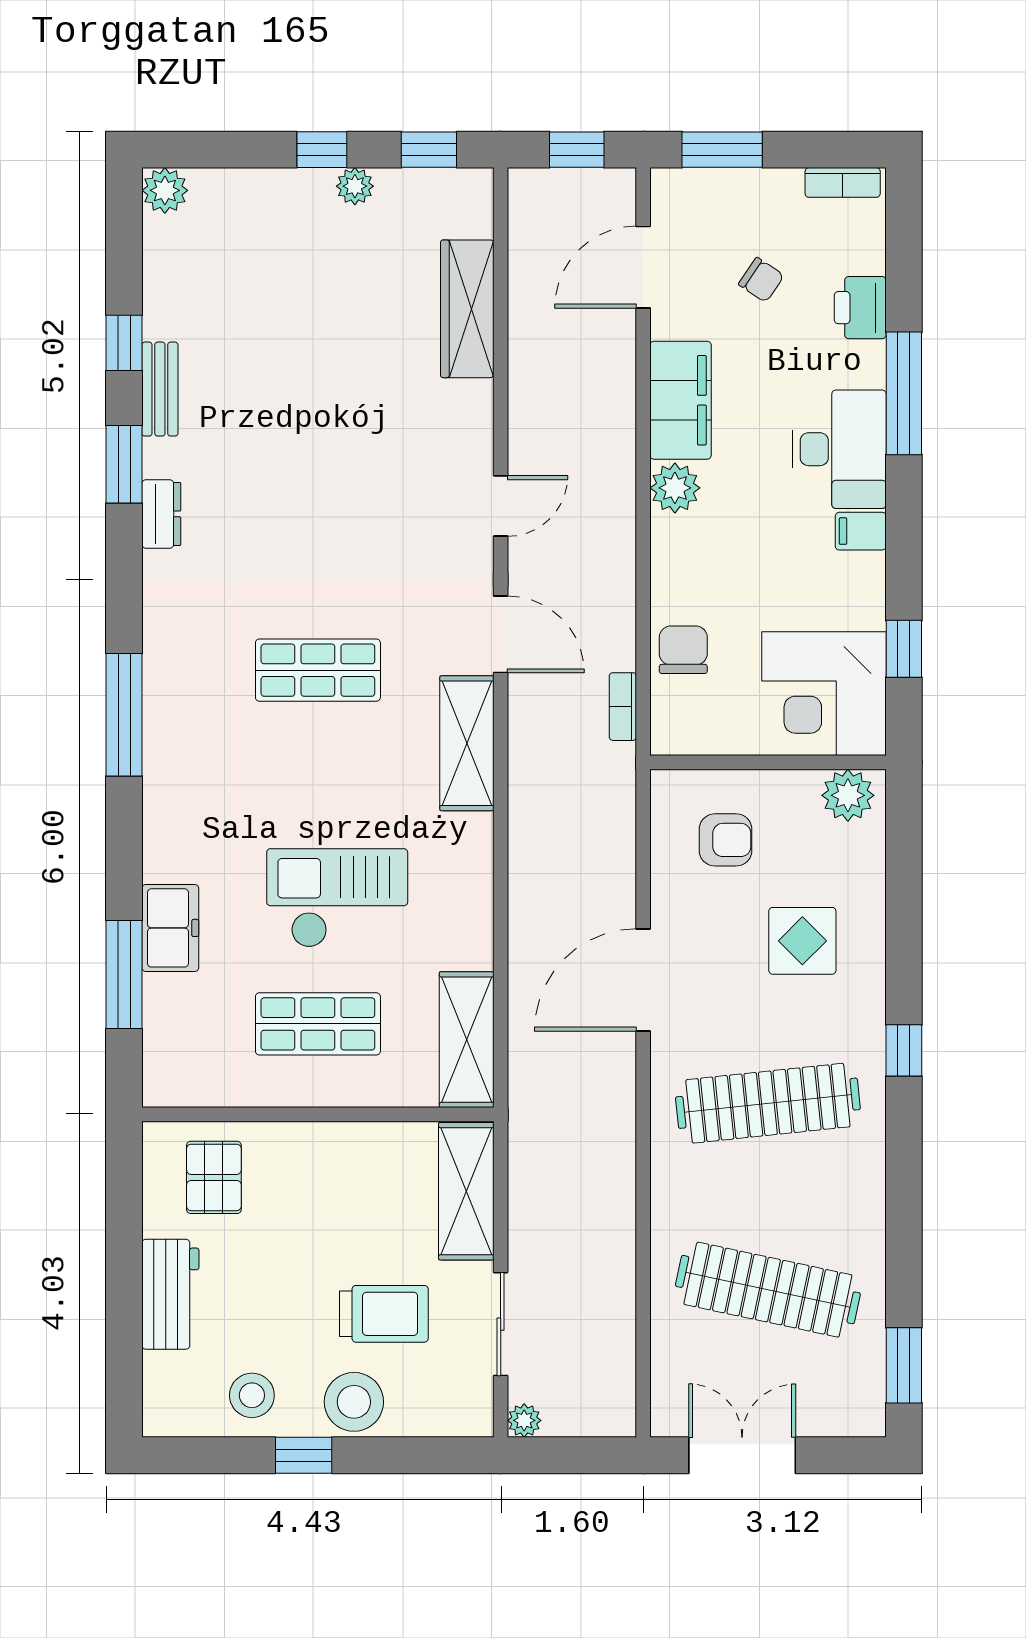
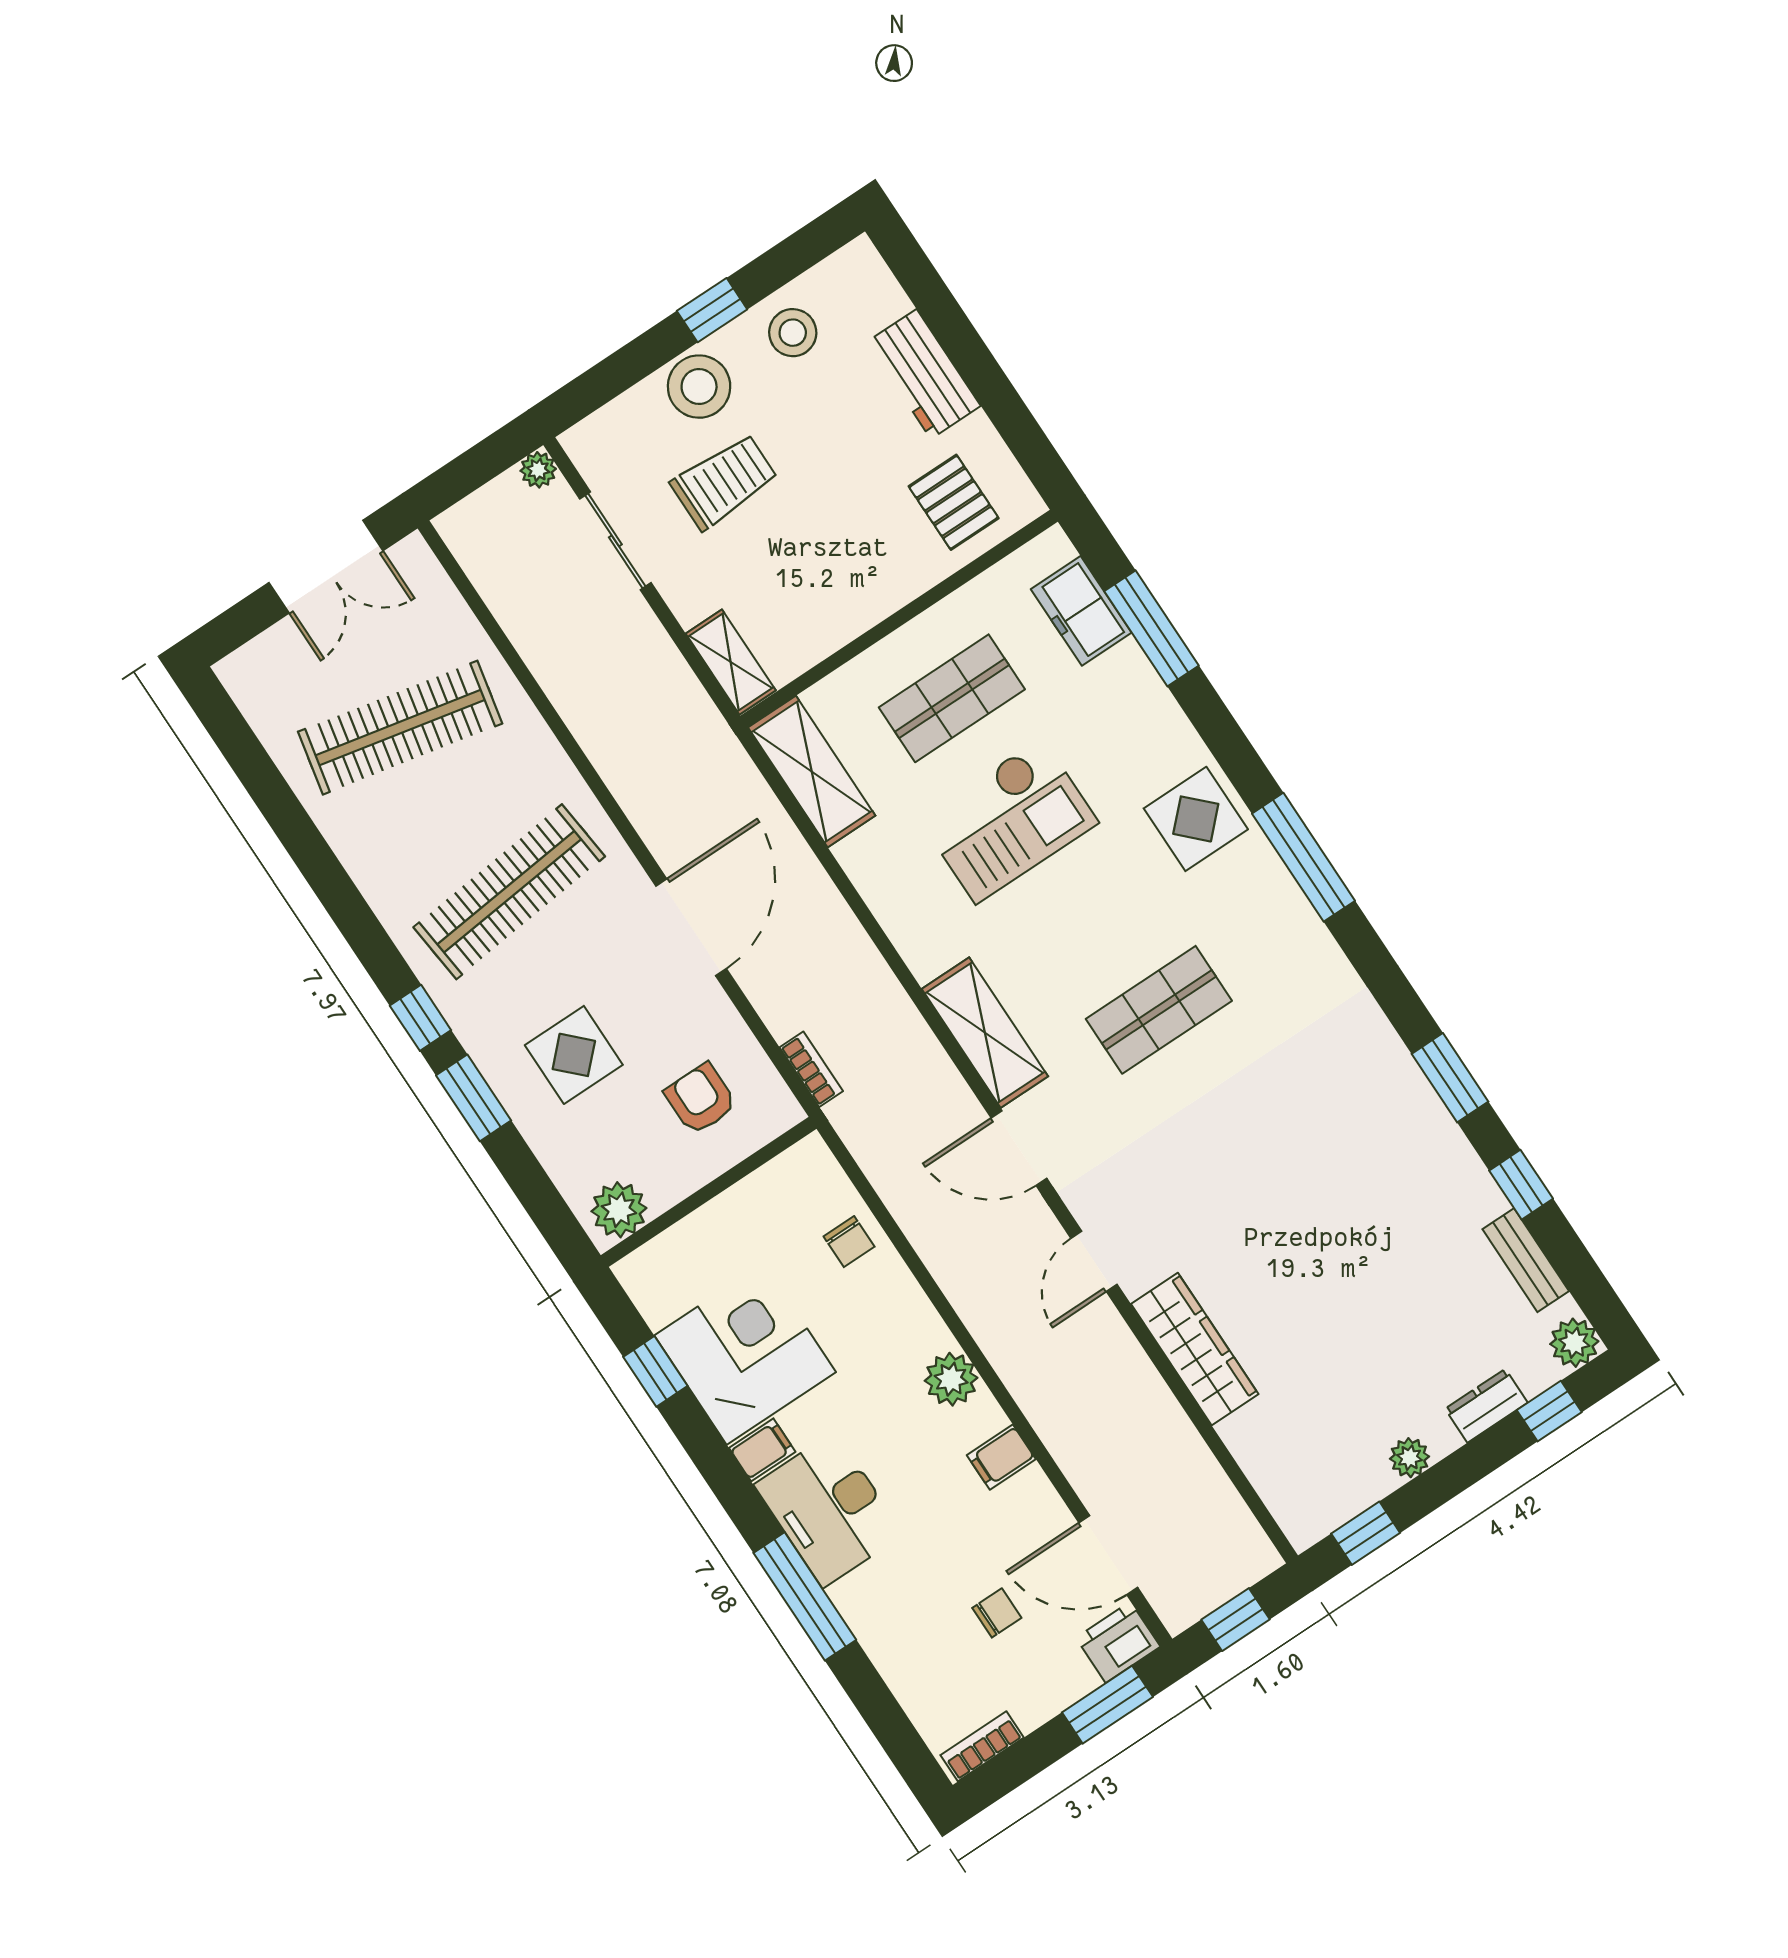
window: (322, 150) -> (1549, 1411), moved
door: (643, 267) -> (1108, 1555), swing flipped
chair: (761, 280) -> (997, 1613), turned 146
printer: (860, 308) -> (1118, 1642), moved, turned -90
wardrobe: (467, 309) -> (1195, 1349), moved
bench: (160, 389) -> (1526, 1260), moved
filing cabinet: (680, 400) -> (1001, 1457), width x0.33, depth x0.86
dresser: (161, 514) -> (1486, 1406), moved, turned 90
chair: (683, 650) -> (849, 1242), width x0.73, depth x0.73
corner desk: (824, 694) -> (745, 1354), moved
bookcase: (623, 707) -> (811, 1069), moved
display table: (189, 801) -> (1196, 819), added
armchair: (726, 840) -> (701, 1099), turned 90
freezer: (170, 928) -> (1081, 611), moved
shelving: (466, 1191) -> (731, 662), width x0.67, depth x0.75
trolley: (384, 1314) -> (724, 482), turned 180
window: (904, 1365) -> (474, 1098), moved

